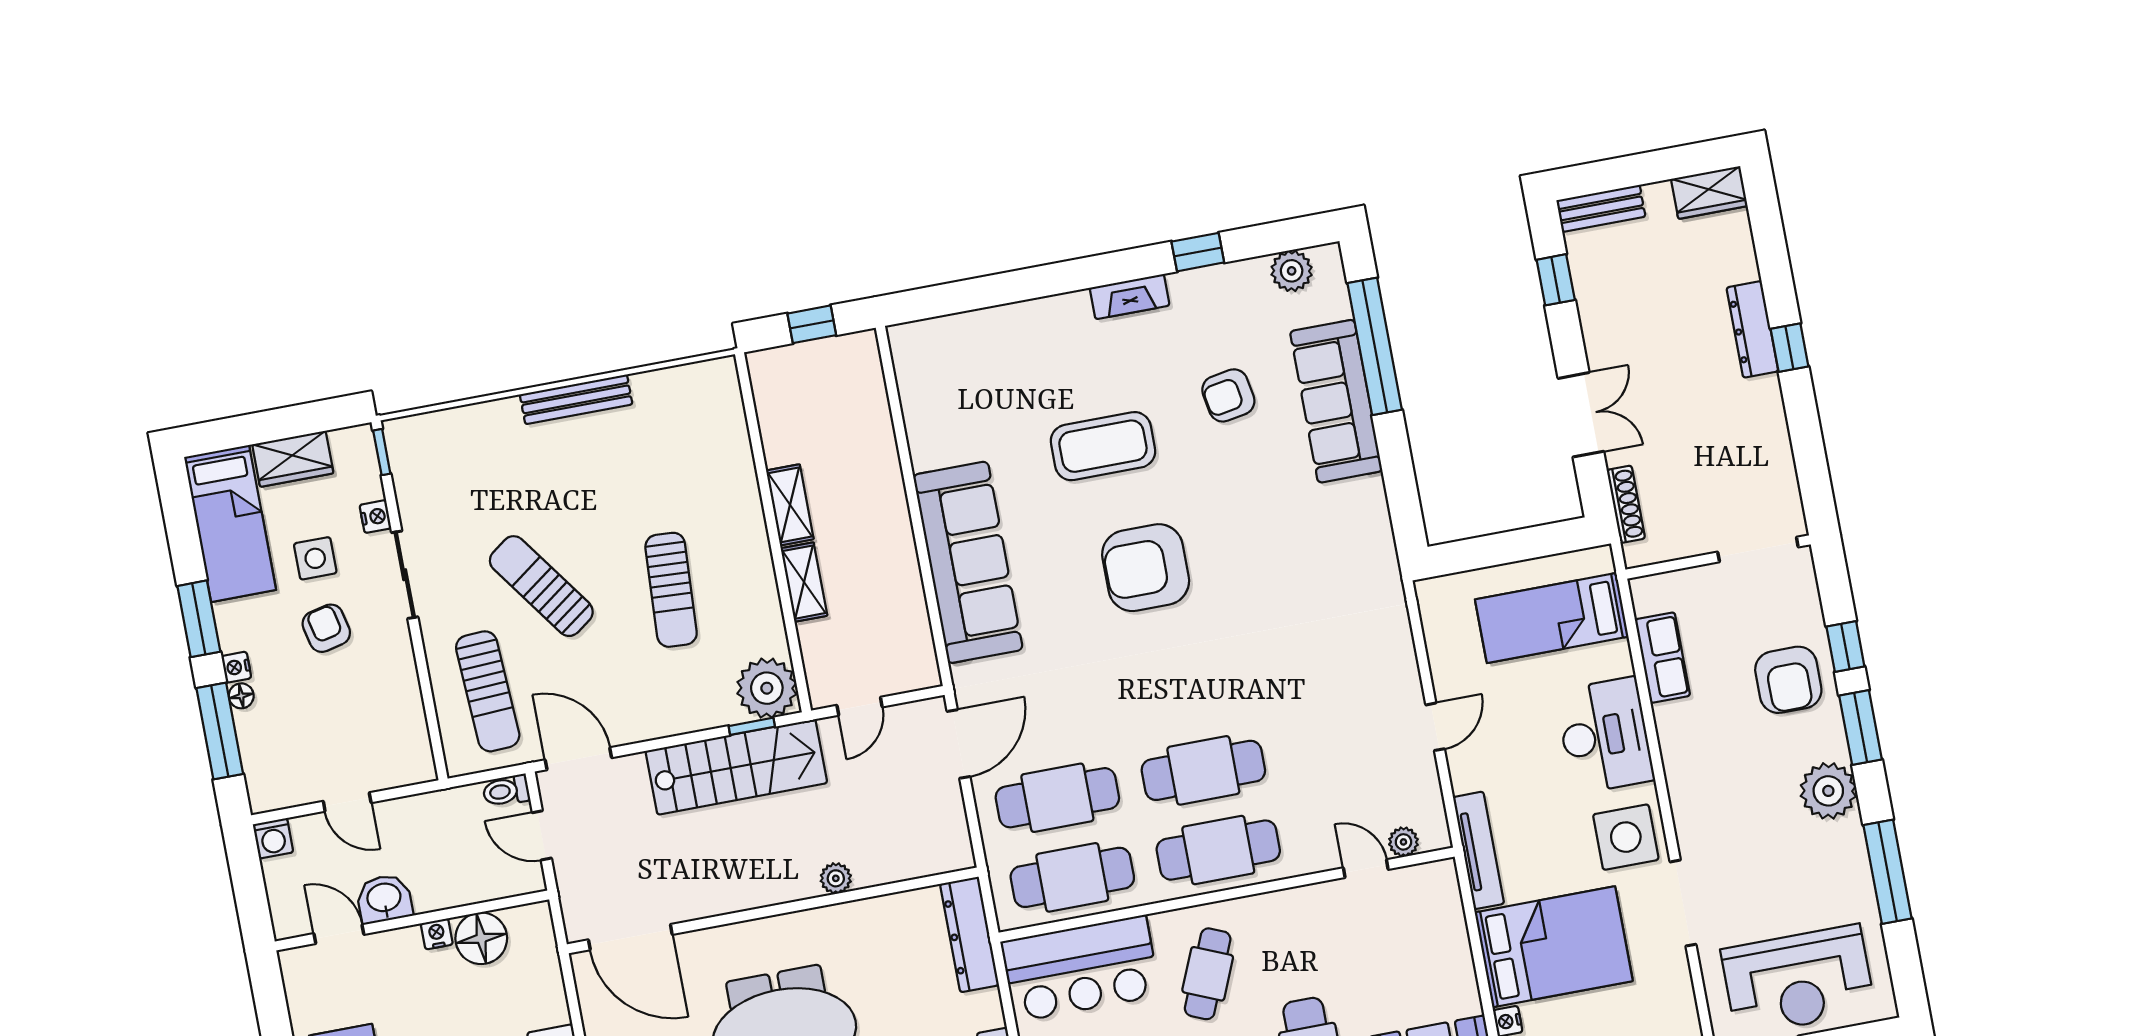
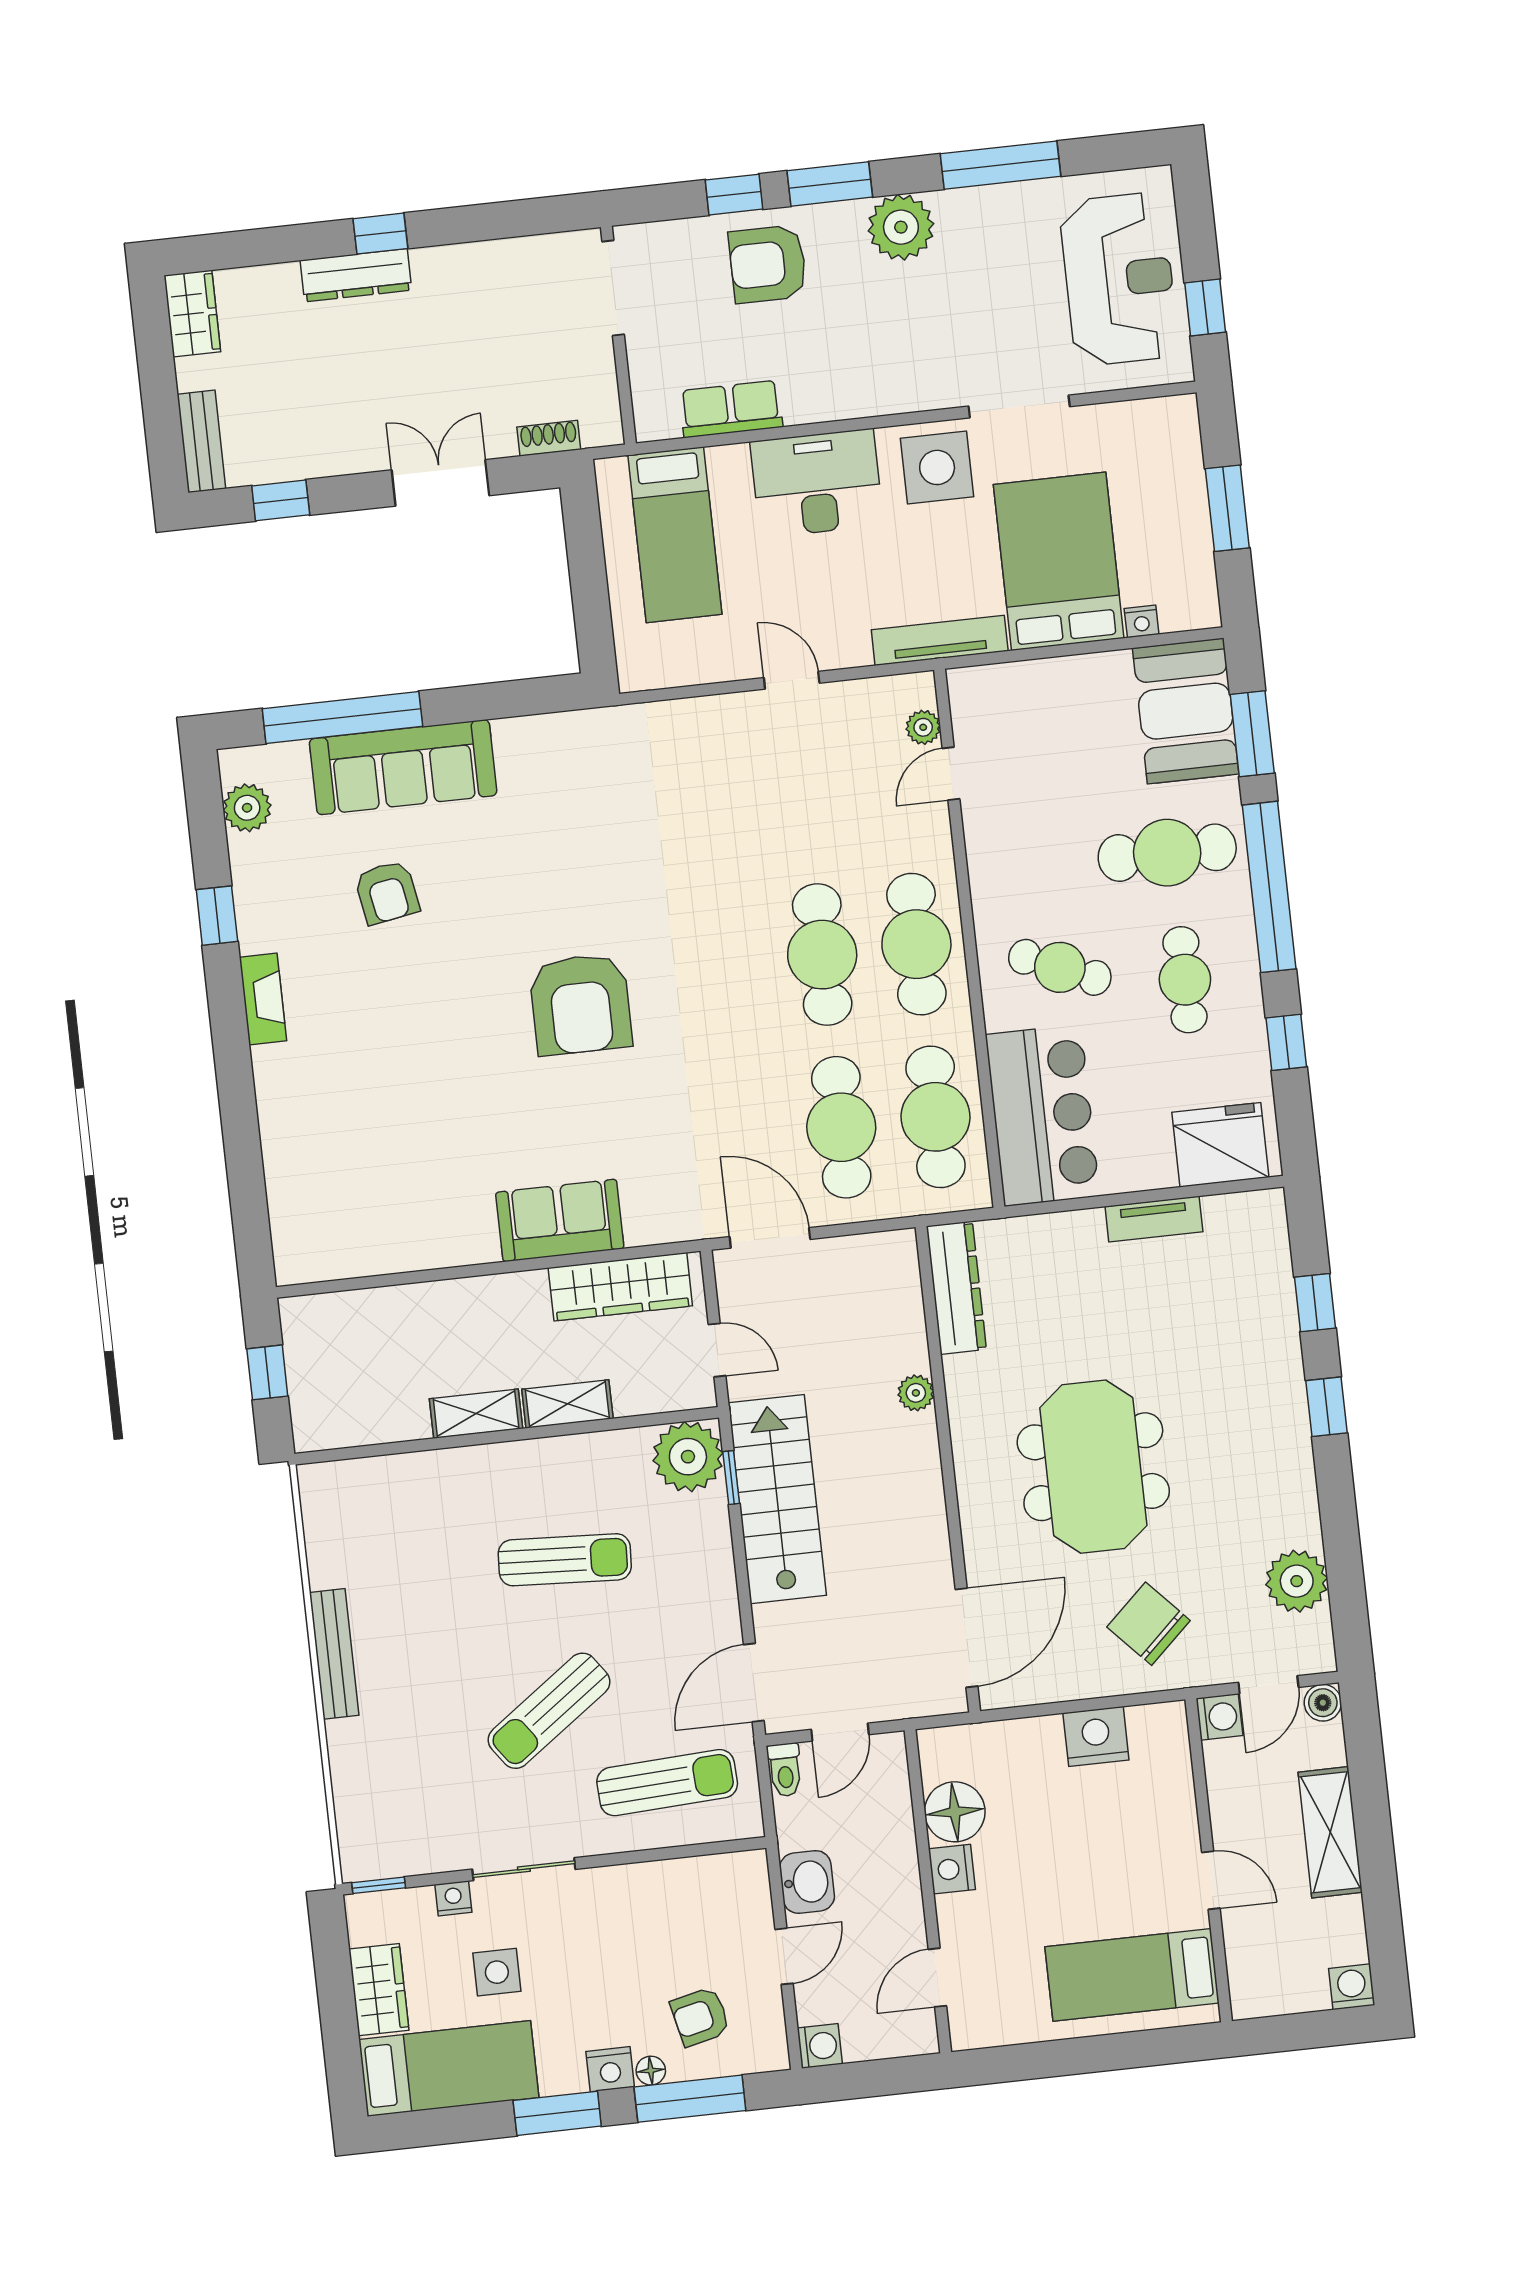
coffee table: (1103, 446) -> (435, 1043), removed
shoe rack: (1626, 504) -> (549, 438), width x0.70
sofa: (968, 562) -> (560, 1220), width x0.54, depth x0.79
wardrobe: (907, 620) -> (620, 1287), added
armchair: (326, 628) -> (700, 2017), moved
nightstand: (236, 667) -> (610, 2069), width x1.39, depth x1.35
armchair: (1788, 680) -> (768, 264), turned 180
washbasin: (384, 899) -> (807, 1882), moved, turned 180
nightstand: (437, 934) -> (952, 1869), width x1.39, depth x1.35
dresser: (969, 935) -> (956, 1288), moved, turned -90

